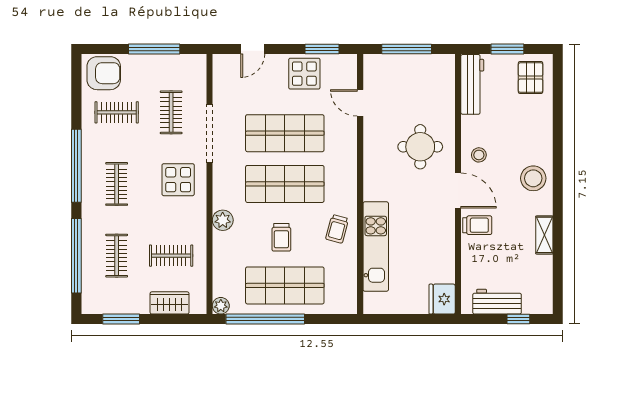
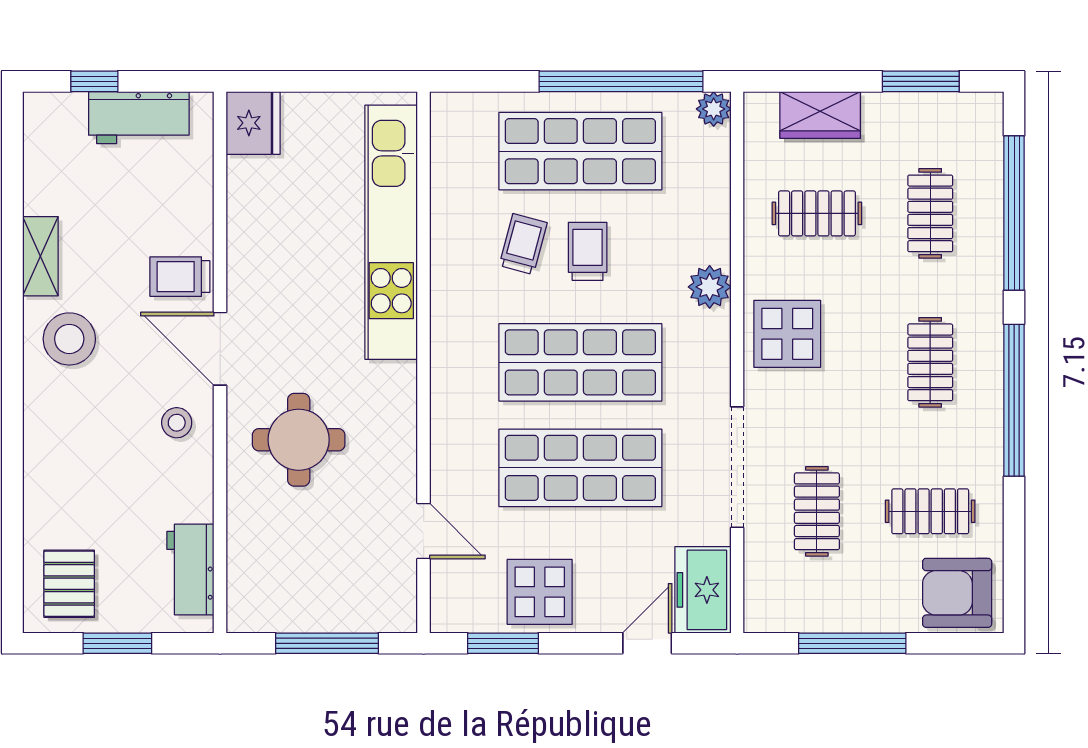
freezer: (226, 75) -> (703, 590), added
workbench: (472, 84) -> (190, 569), width x0.73
stool: (533, 178) -> (69, 339), moved
display table: (178, 180) -> (787, 334), moved
trolley: (337, 229) -> (523, 244), moved
kitchen unit: (376, 247) -> (391, 232), width x1.36

